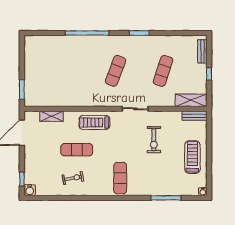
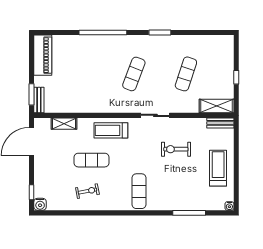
bench: (202, 51) -> (39, 100), moved
piano: (32, 54) -> (43, 55), added
exercise bike: (154, 140) -> (176, 149), turned 90

